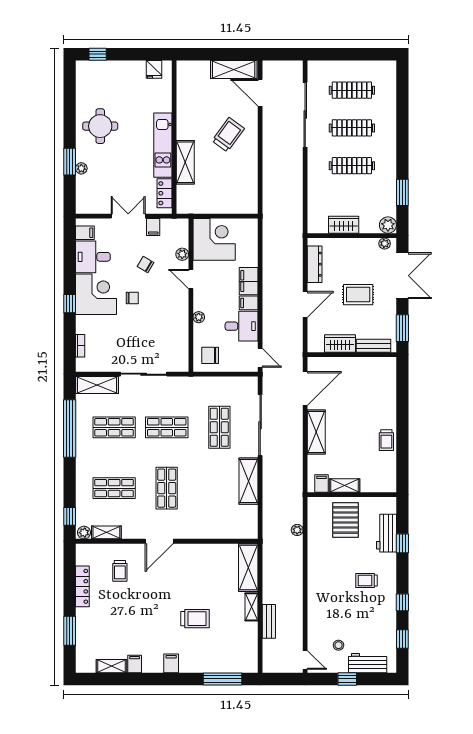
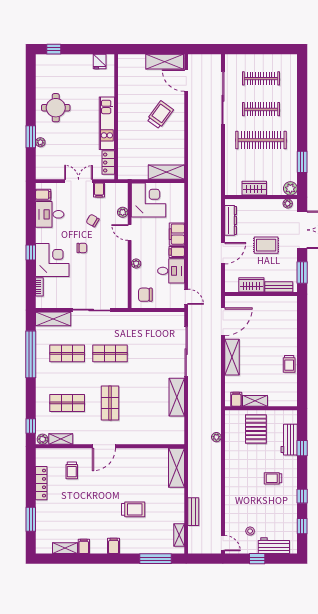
shelving: (185, 162) -> (166, 172), moved, turned 90
clothes rail: (352, 166) -> (261, 140), width x1.37, depth x1.31
corner desk: (96, 294) -> (52, 260), moved
shop shelf: (219, 427) -> (153, 353), removed
shelving: (251, 607) -> (179, 535), moved

